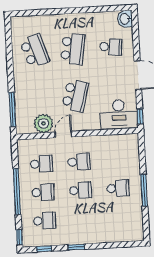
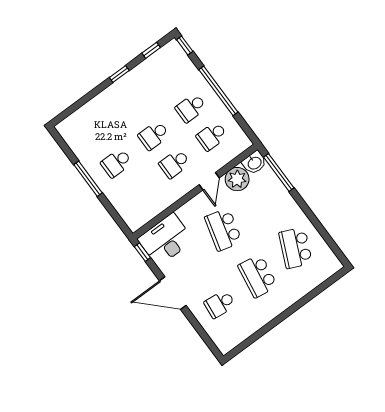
washbasin: (125, 19) -> (254, 163), moved, turned 90
school desk: (35, 51) -> (296, 248), turned 42
school desk: (44, 221) -> (170, 80), removed

